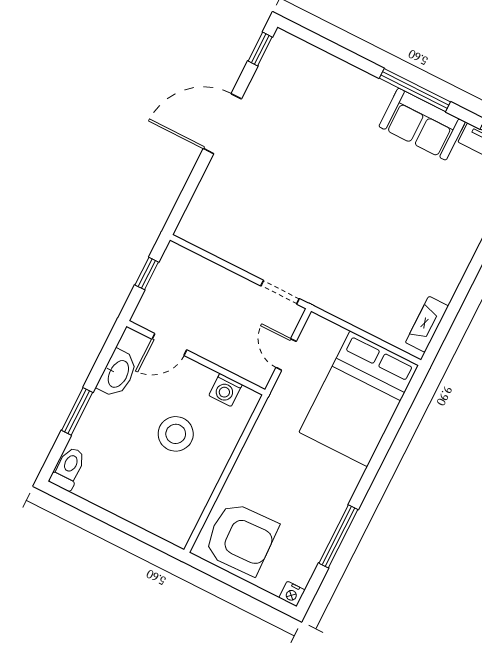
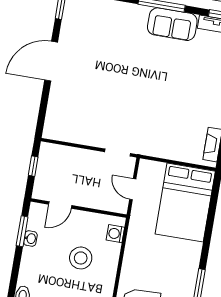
washbasin: (118, 374) -> (30, 239), width x0.52, depth x0.69
washing machine: (226, 390) -> (115, 234), moved, turned 90
window: (77, 411) -> (22, 231), moved

